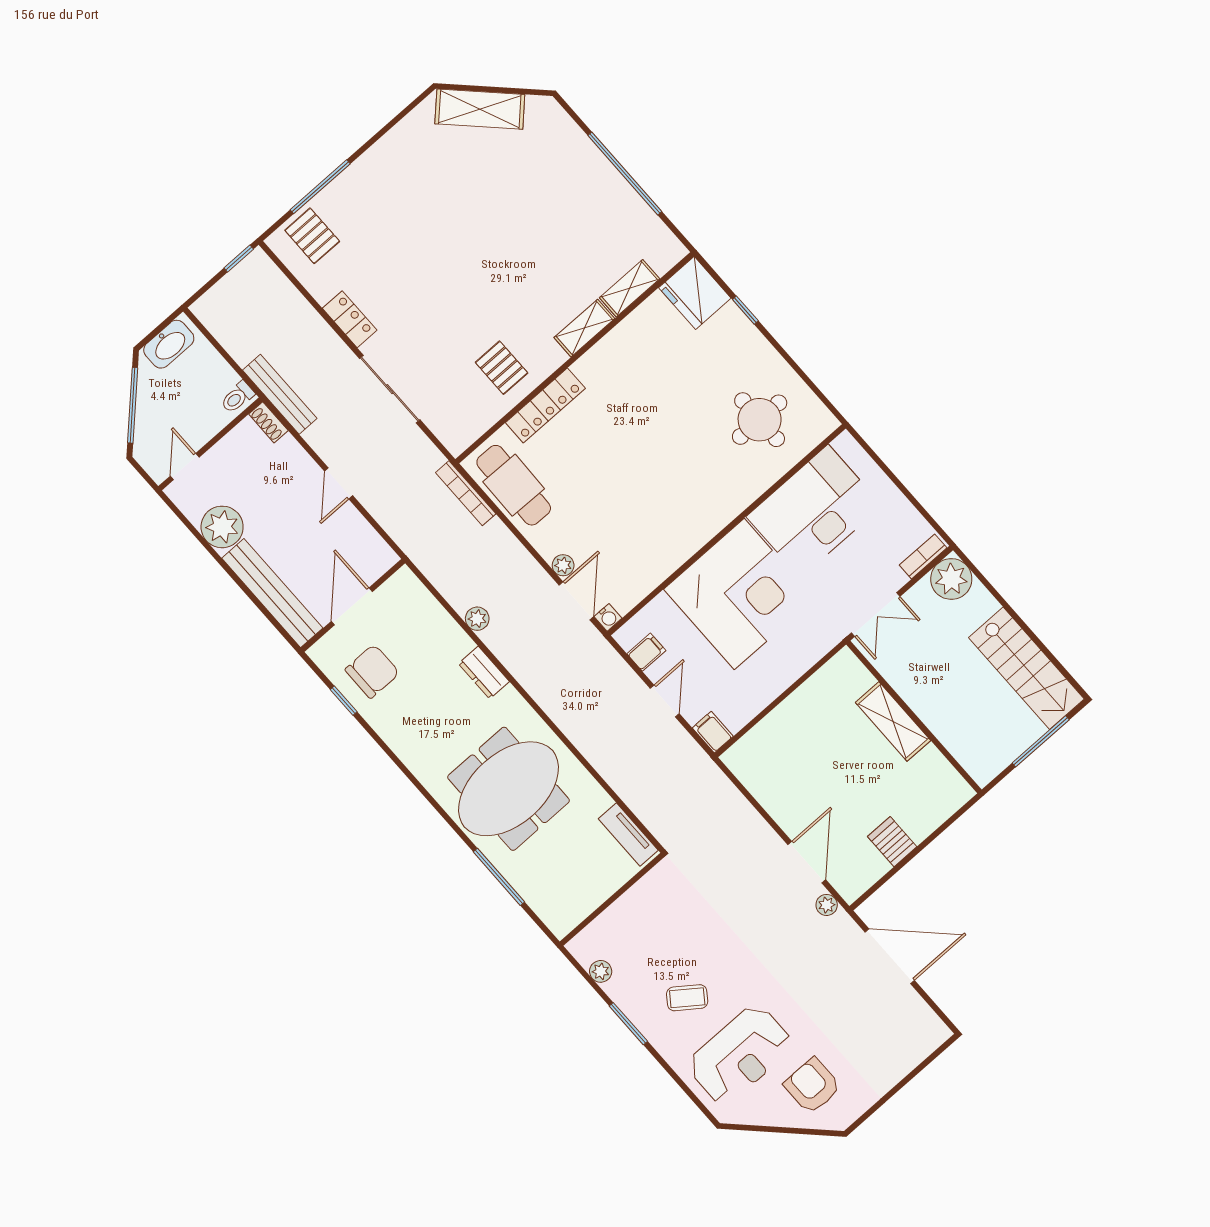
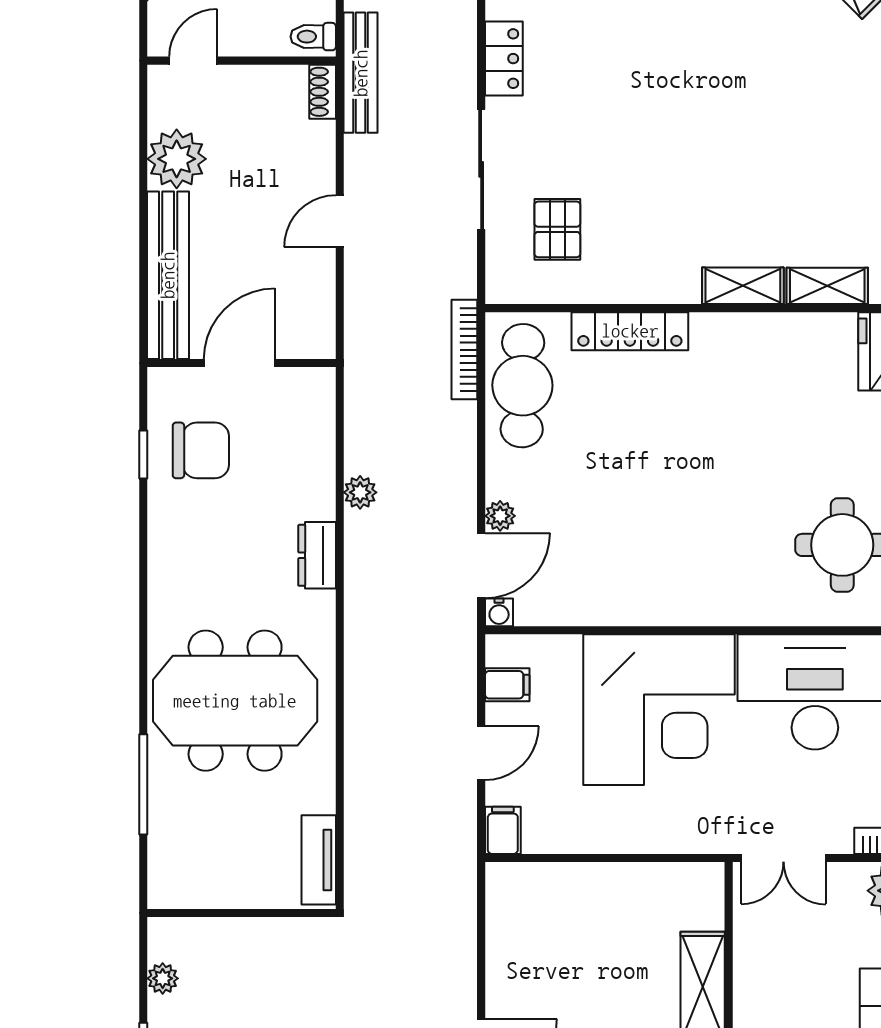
pallet: (502, 368) -> (557, 229), moved

